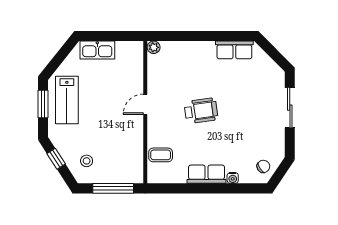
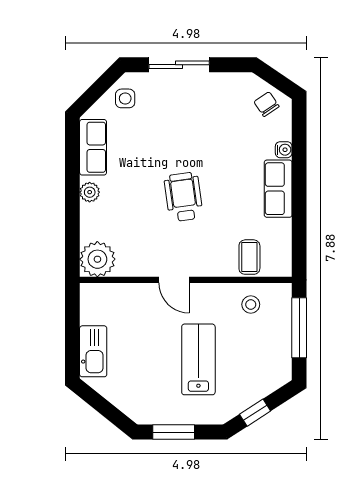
plant: (154, 47) -> (97, 259), width x1.88, depth x1.88
plant: (204, 48) -> (90, 192), added
side table: (267, 71) -> (125, 98), added
lab bench: (67, 100) -> (198, 359), moved, turned -90
stool: (87, 161) -> (251, 304), moved

